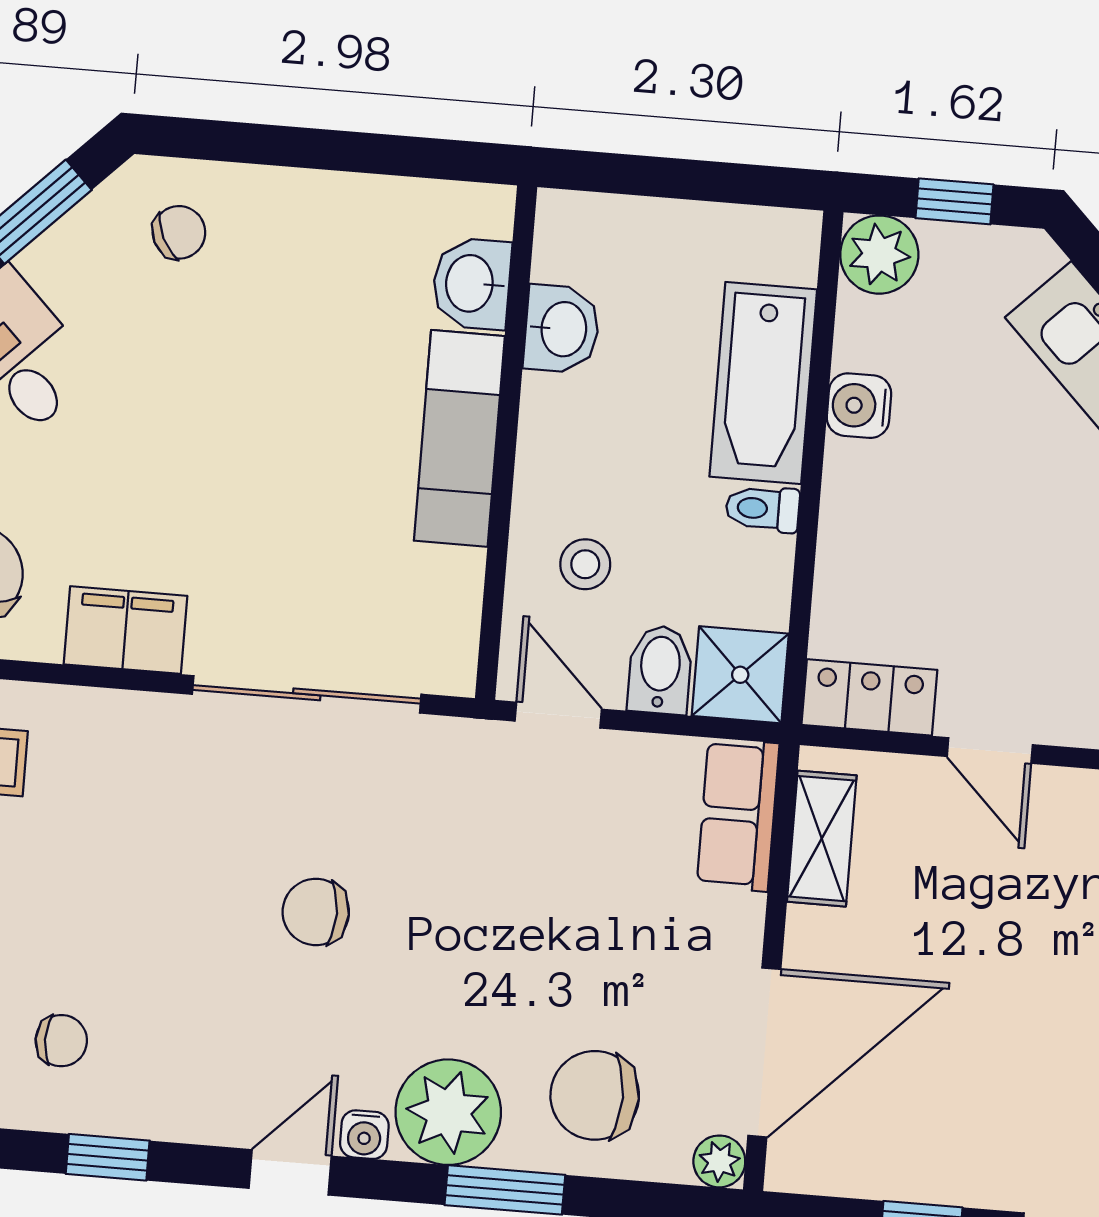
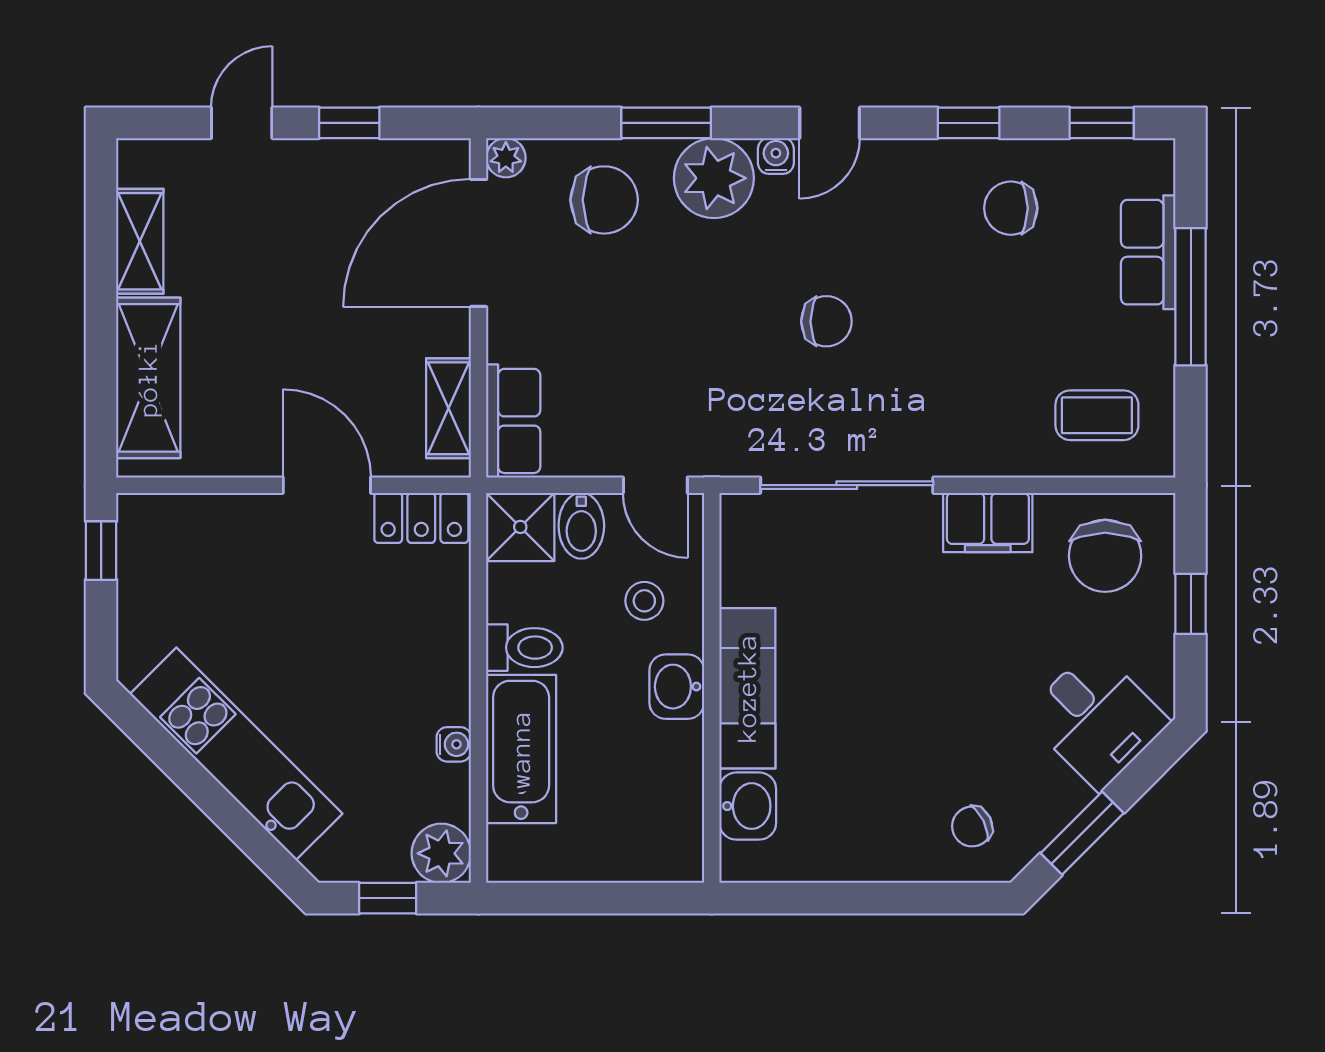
washbasin: (562, 329) -> (677, 687), moved
water cooler: (859, 406) -> (454, 744), width x0.72, depth x0.72
toilet: (763, 509) -> (524, 648), width x1.37, depth x1.39
door: (990, 751) -> (327, 485), width x1.38
chair: (61, 1041) -> (1011, 208), width x1.37, depth x1.37

